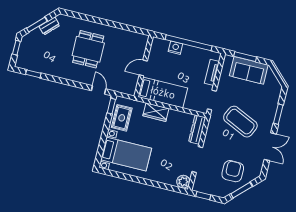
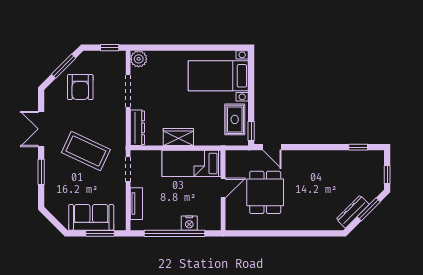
dresser: (49, 26) -> (353, 212), width x1.44
dining table: (88, 49) -> (265, 192), moved
wardrobe: (156, 112) -> (178, 137), moved

